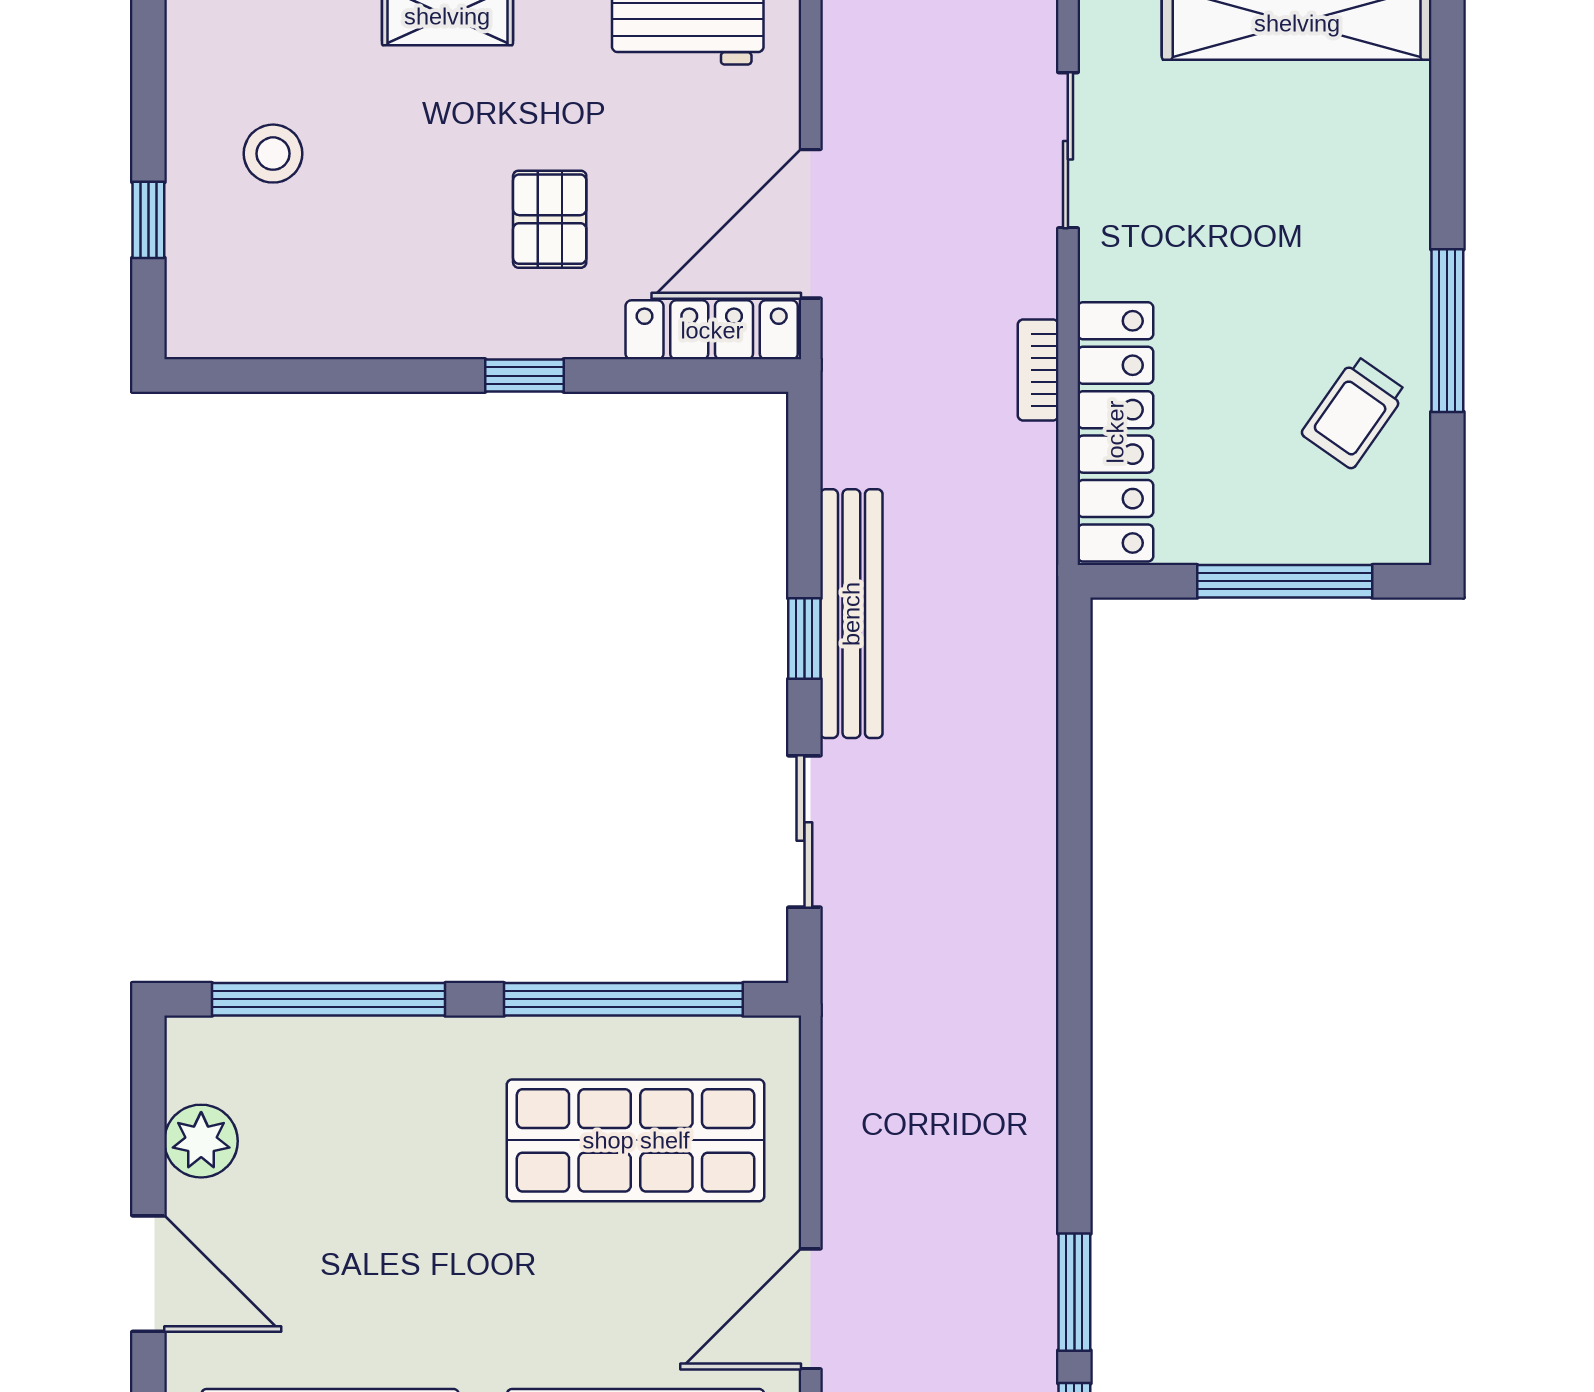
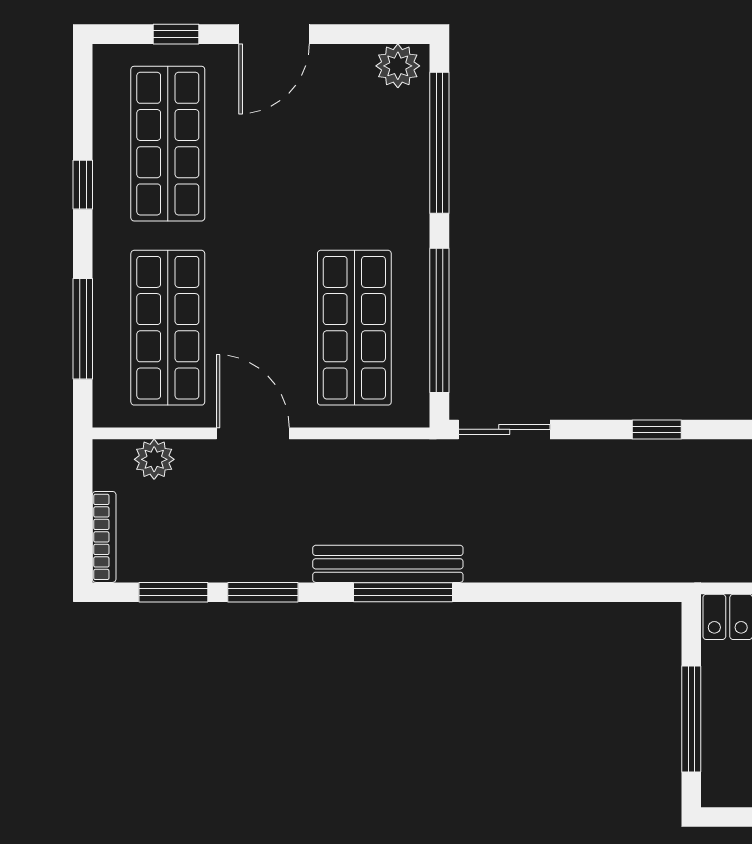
bench: (851, 614) -> (388, 564), moved
sliding door: (804, 832) -> (504, 429), moved
window: (1074, 1060) -> (403, 592), added
plant: (201, 1141) -> (398, 66), moved

